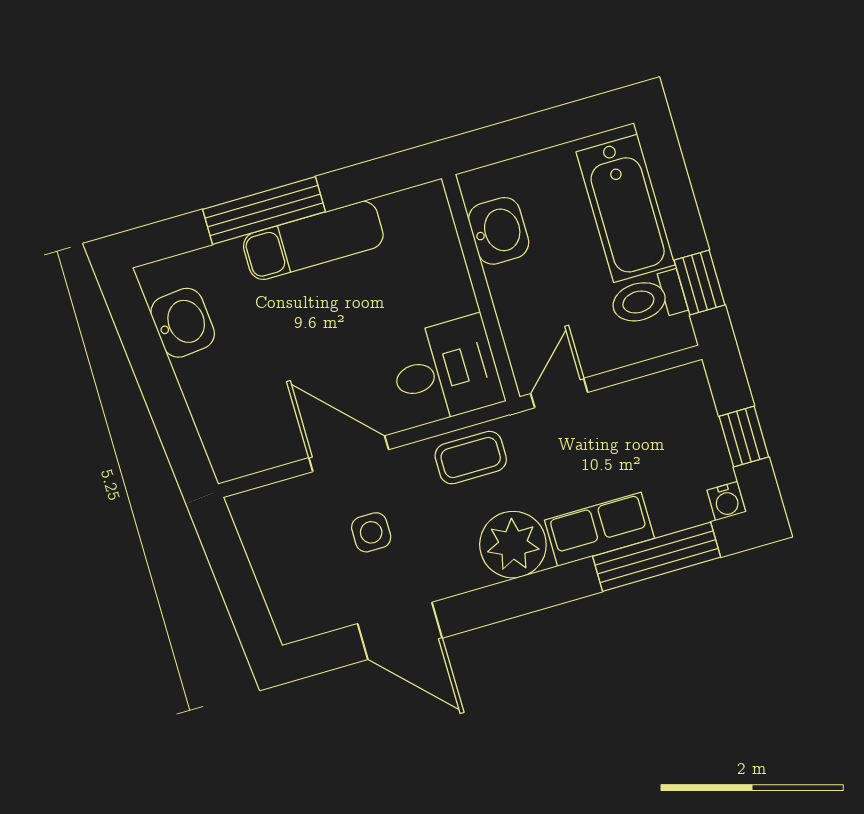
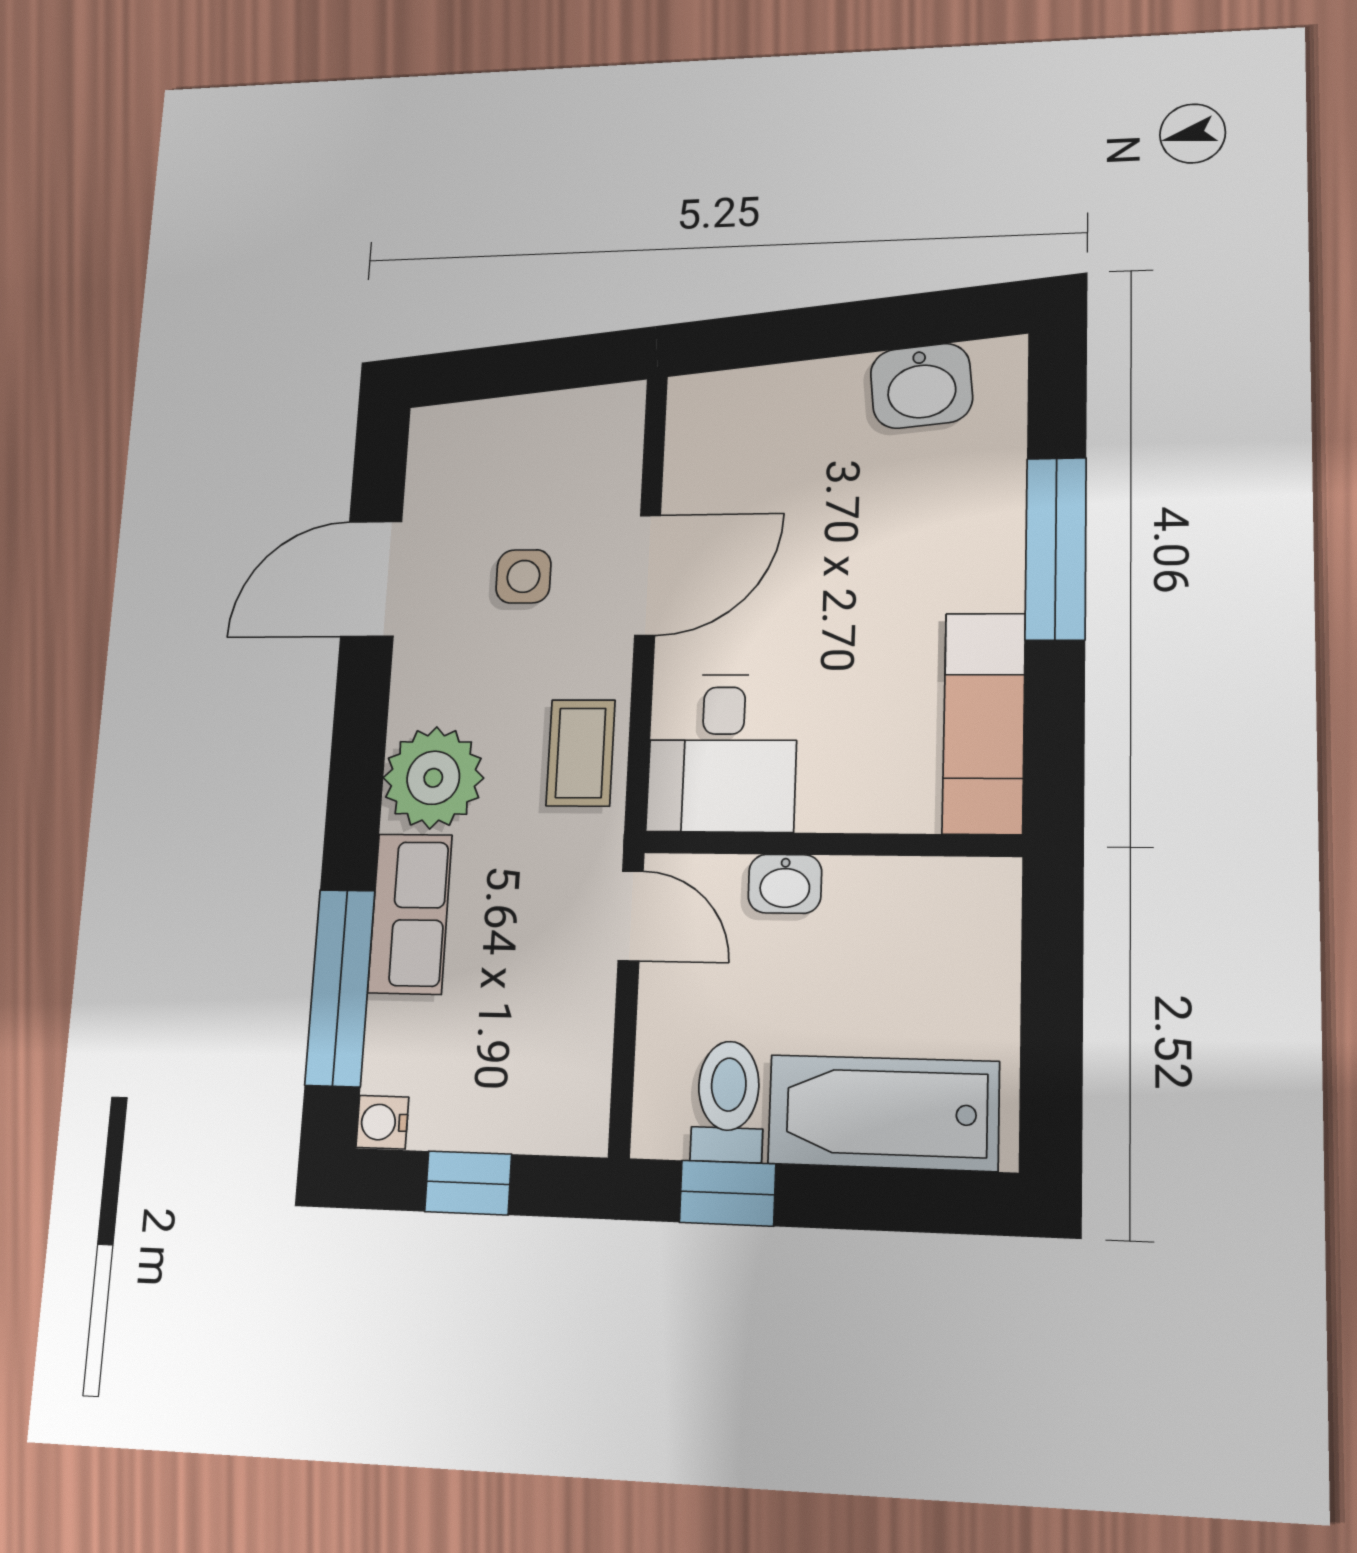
washbasin: (499, 231) -> (785, 884), moved, width x0.72, depth x0.69
exam couch: (313, 240) -> (984, 723), moved

